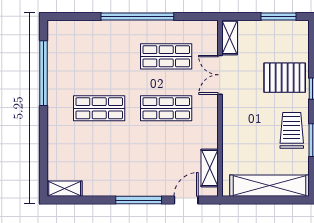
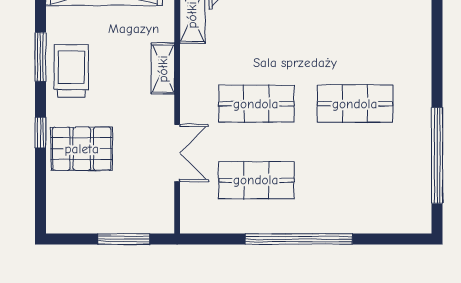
window: (278, 16) -> (124, 239), moved
shelving: (230, 37) -> (163, 69), moved
trolley: (292, 130) -> (71, 71), turned 180

